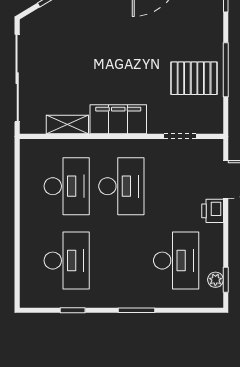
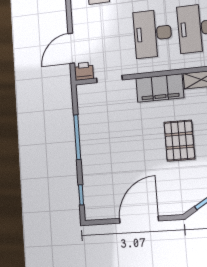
pallet: (194, 78) -> (179, 141), moved, turned 90
printer: (213, 211) -> (84, 71), moved, turned -90

